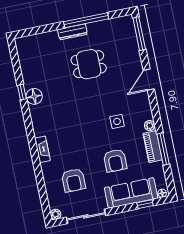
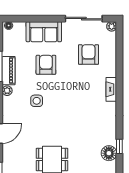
floor lamp: (34, 96) -> (109, 153), moved
sofa: (131, 193) -> (44, 32), width x0.73
window: (145, 204) -> (27, 19), removed

